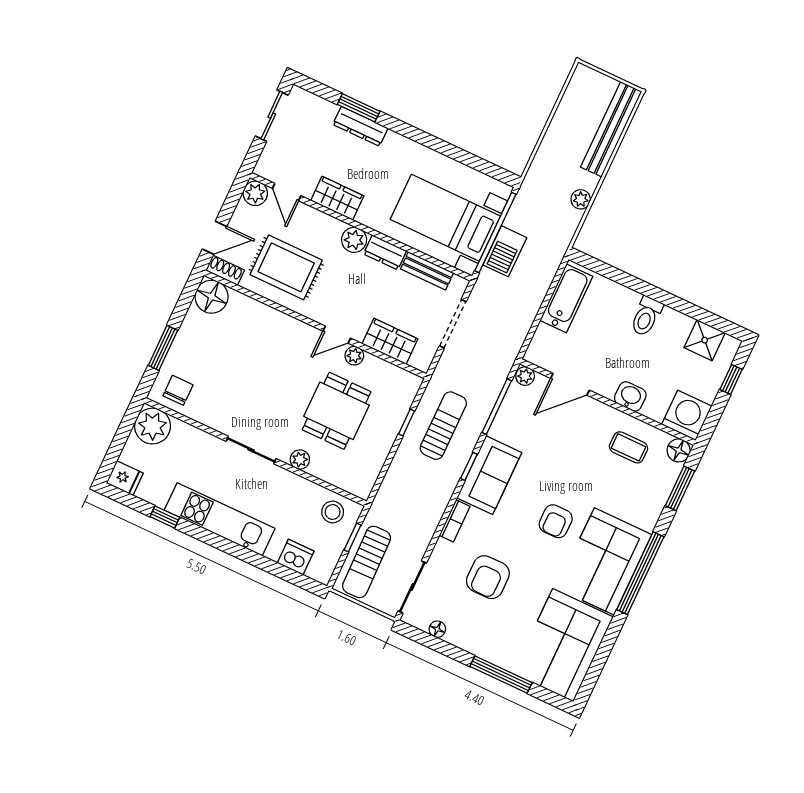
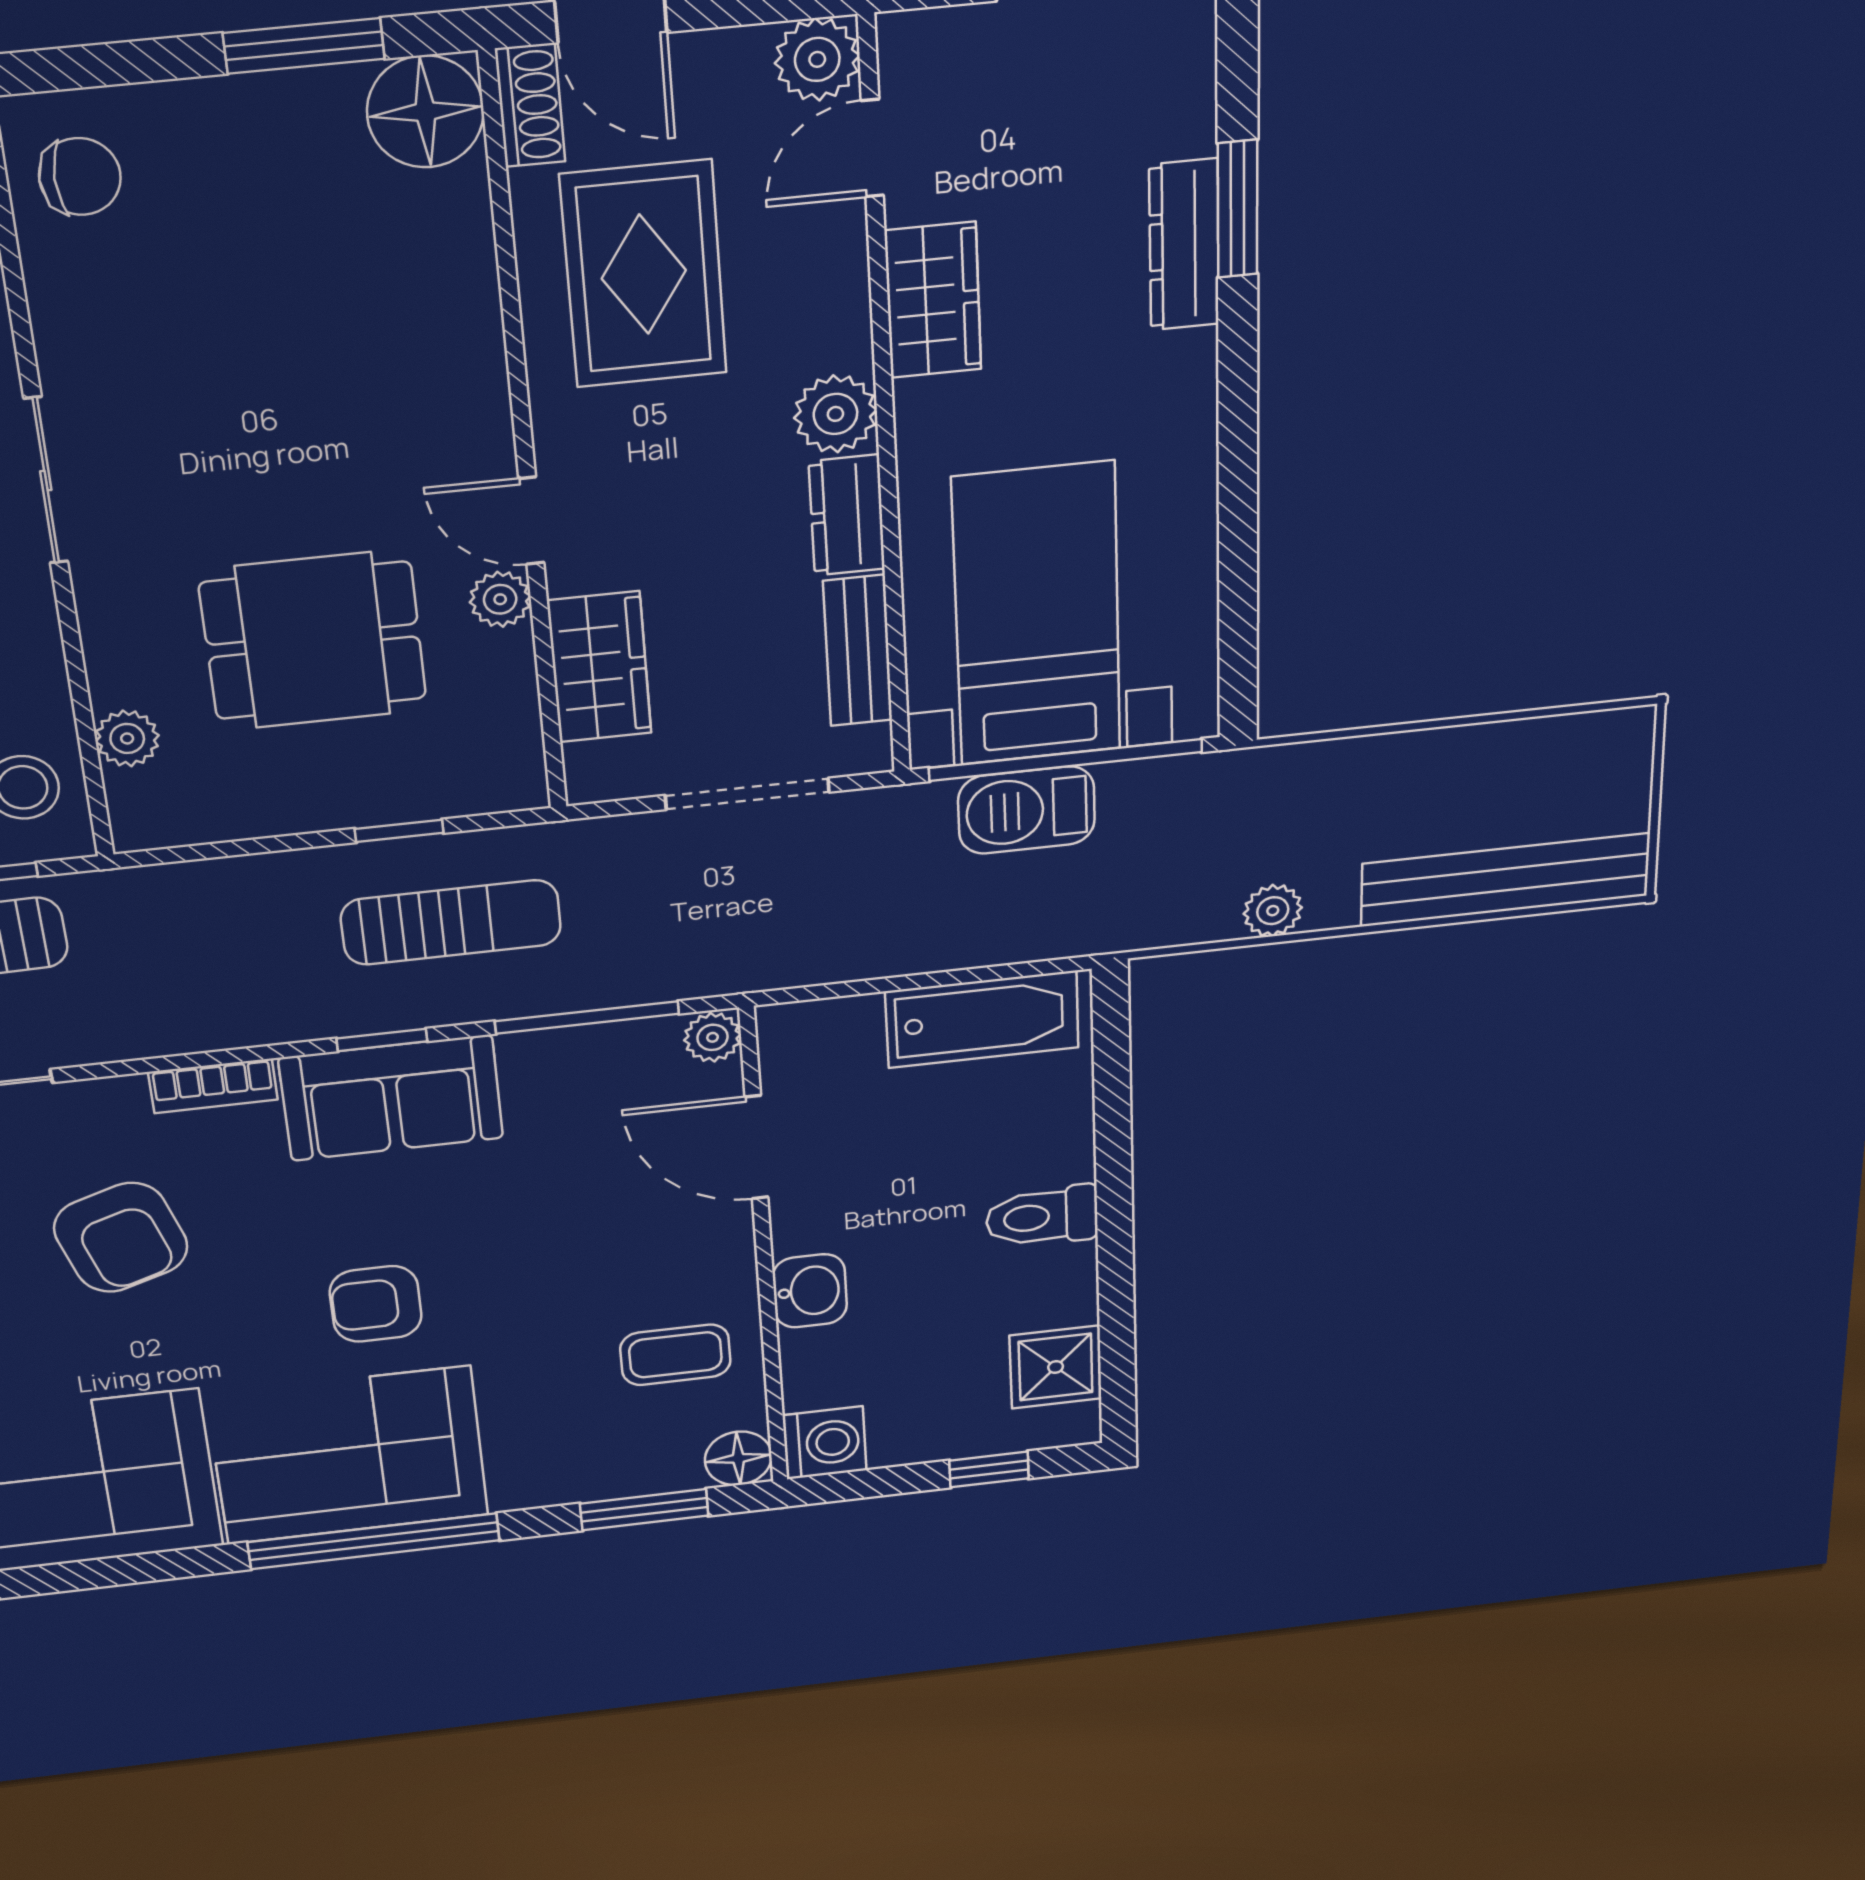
window: (163, 348) -> (304, 46), moved
washing machine: (687, 415) -> (825, 1443), width x0.73, depth x0.73
coffee table: (629, 447) -> (675, 1355), turned 90
plant: (300, 460) -> (127, 738), moved
armchair: (488, 577) -> (121, 1237), turned -108

